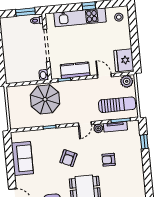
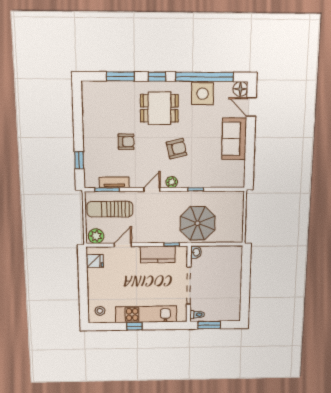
fridge: (124, 60) -> (95, 261), width x0.53, depth x0.75
door: (104, 76) -> (123, 245), swing flipped
plant: (98, 128) -> (172, 182), moved
sofa: (22, 158) -> (234, 139), moved
armchair: (68, 158) -> (176, 149), turned 53

